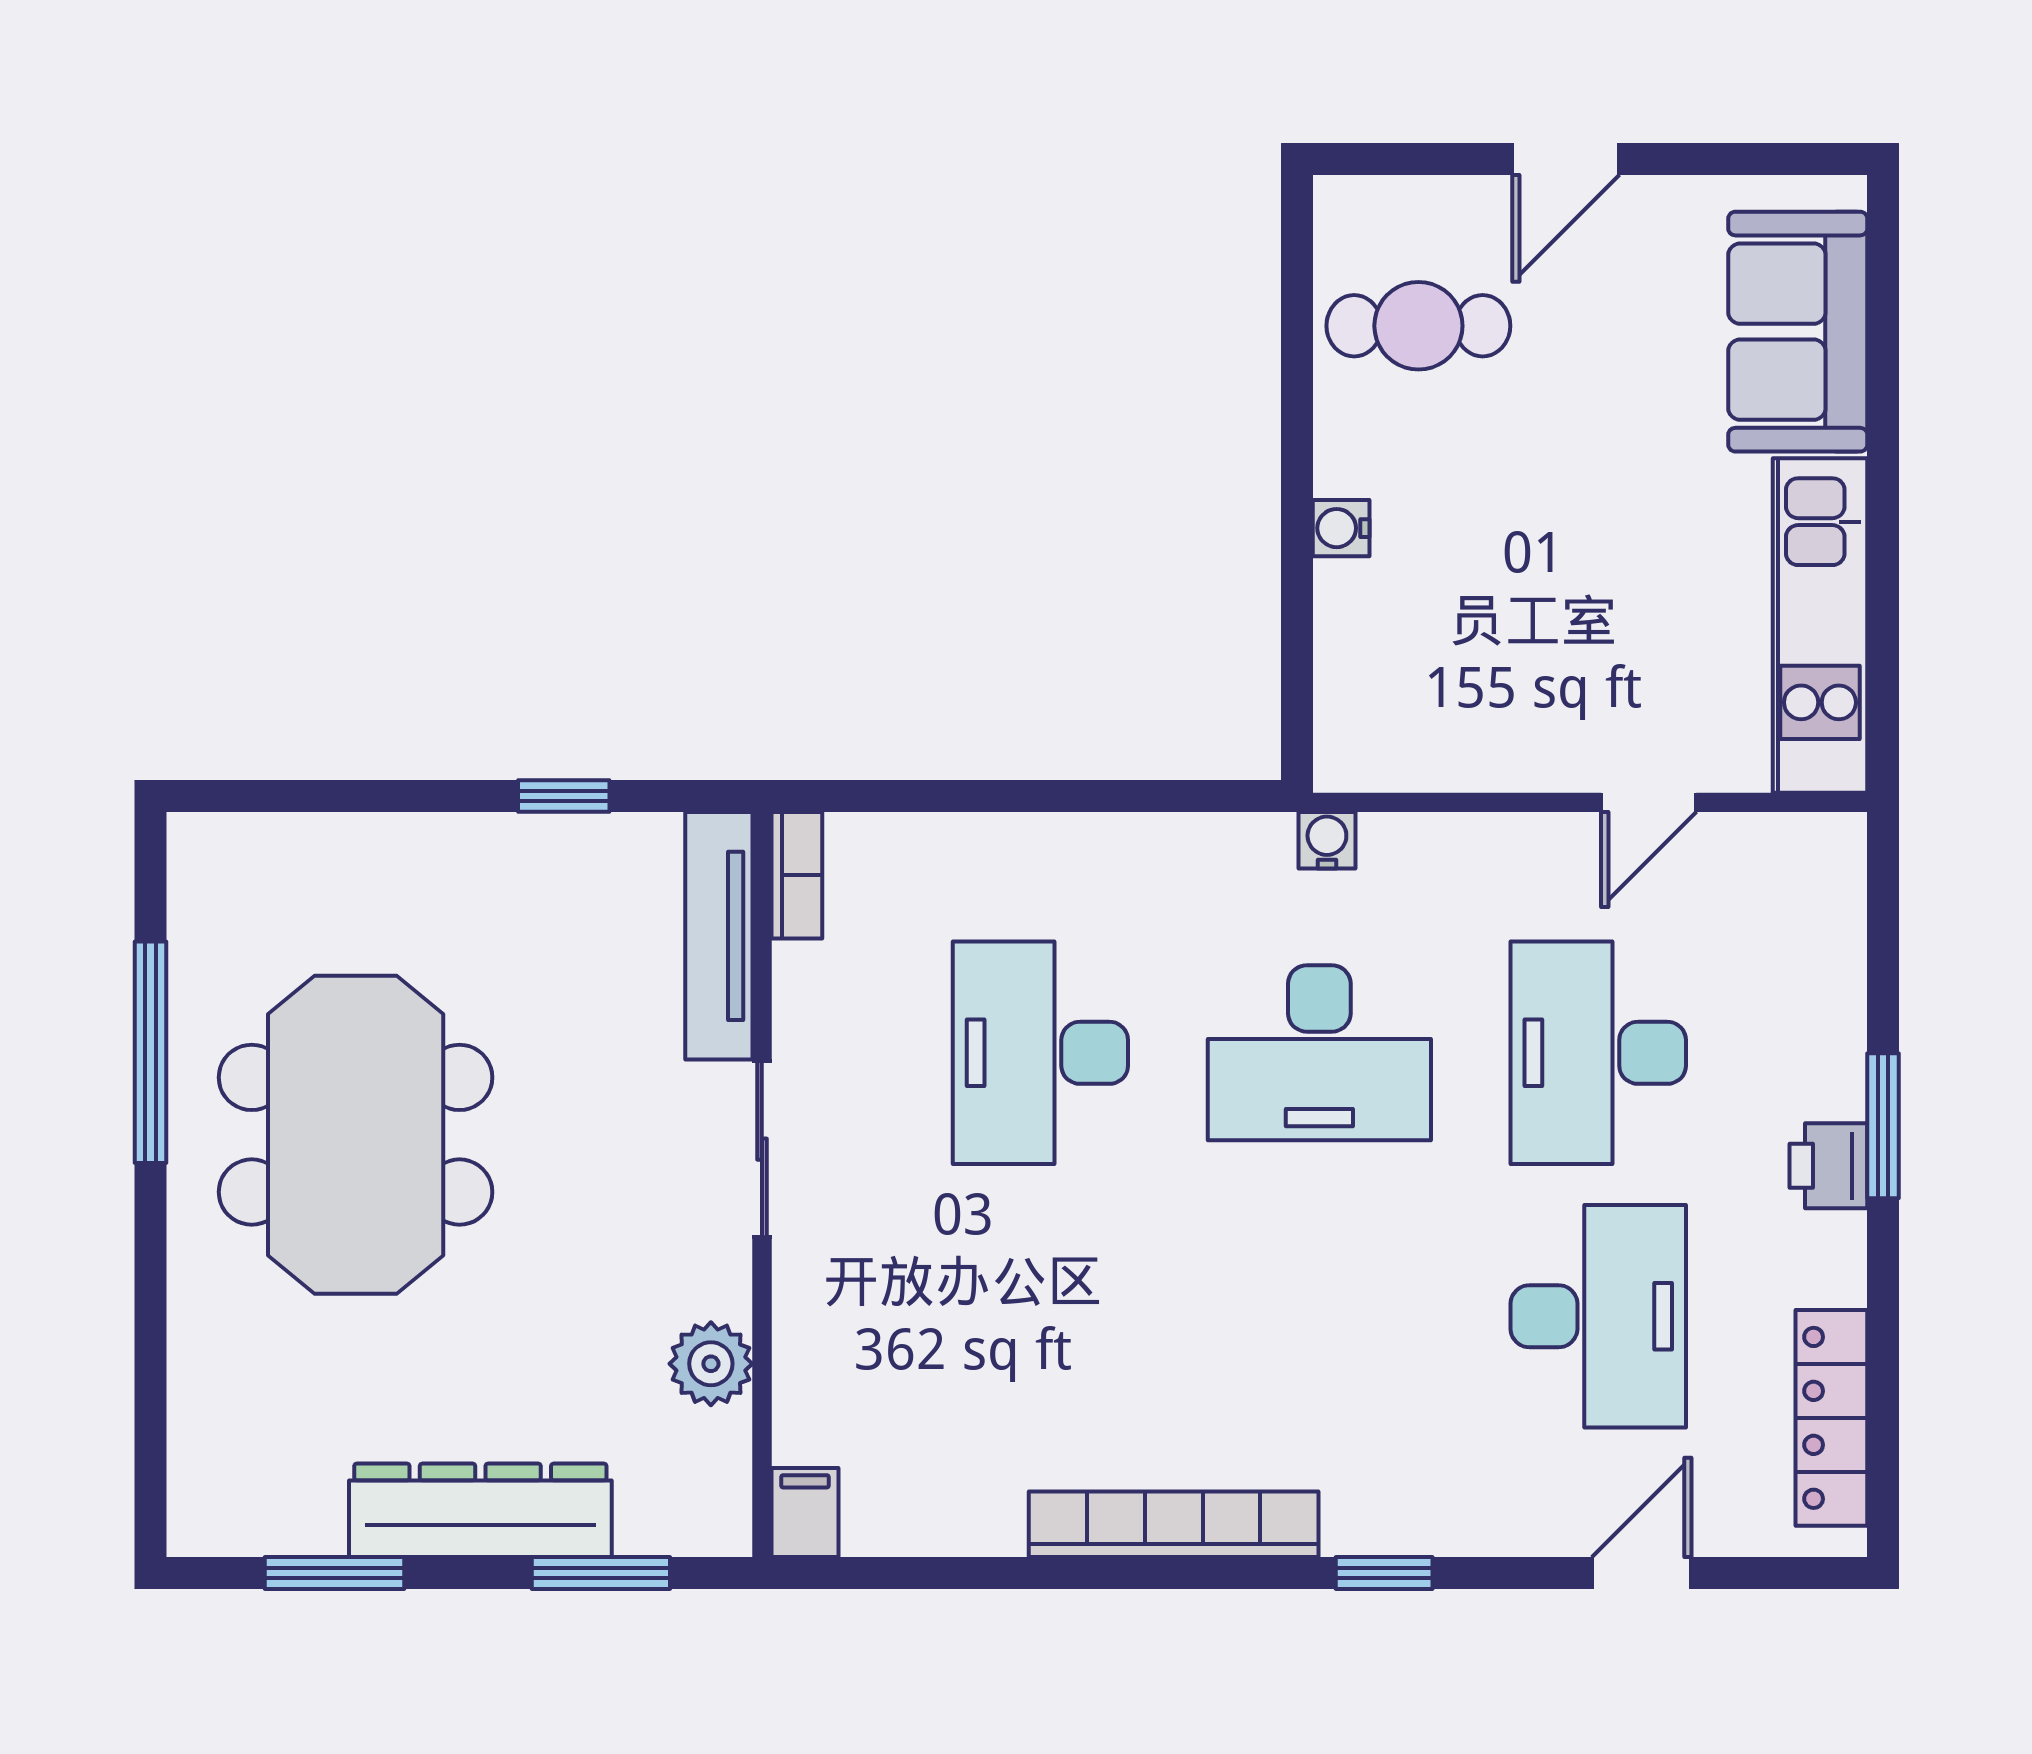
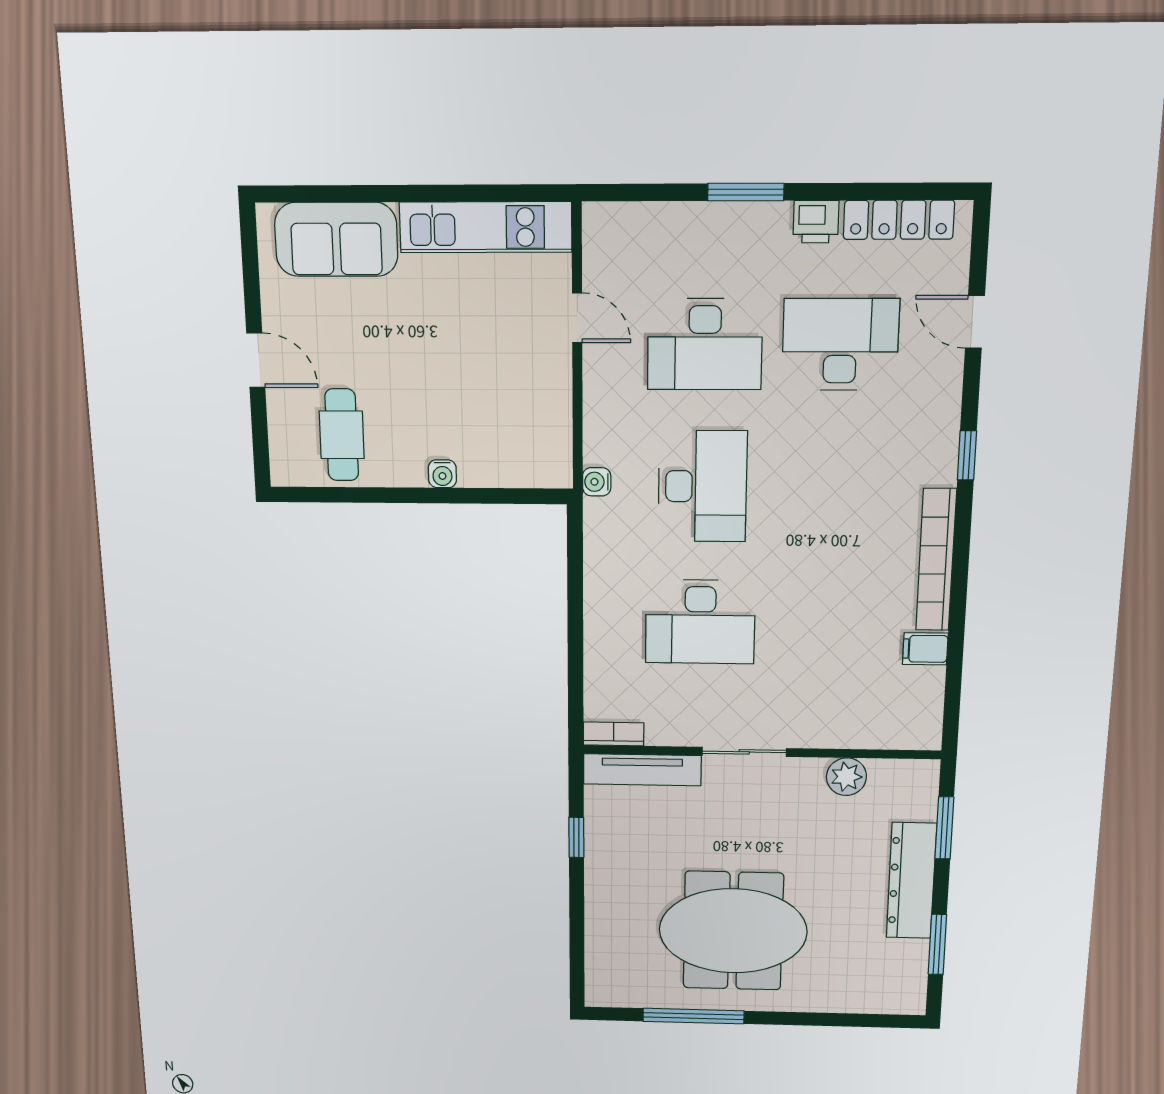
printer: (1828, 1166) -> (816, 222), moved
filing cabinet: (805, 1513) -> (925, 649), moved

